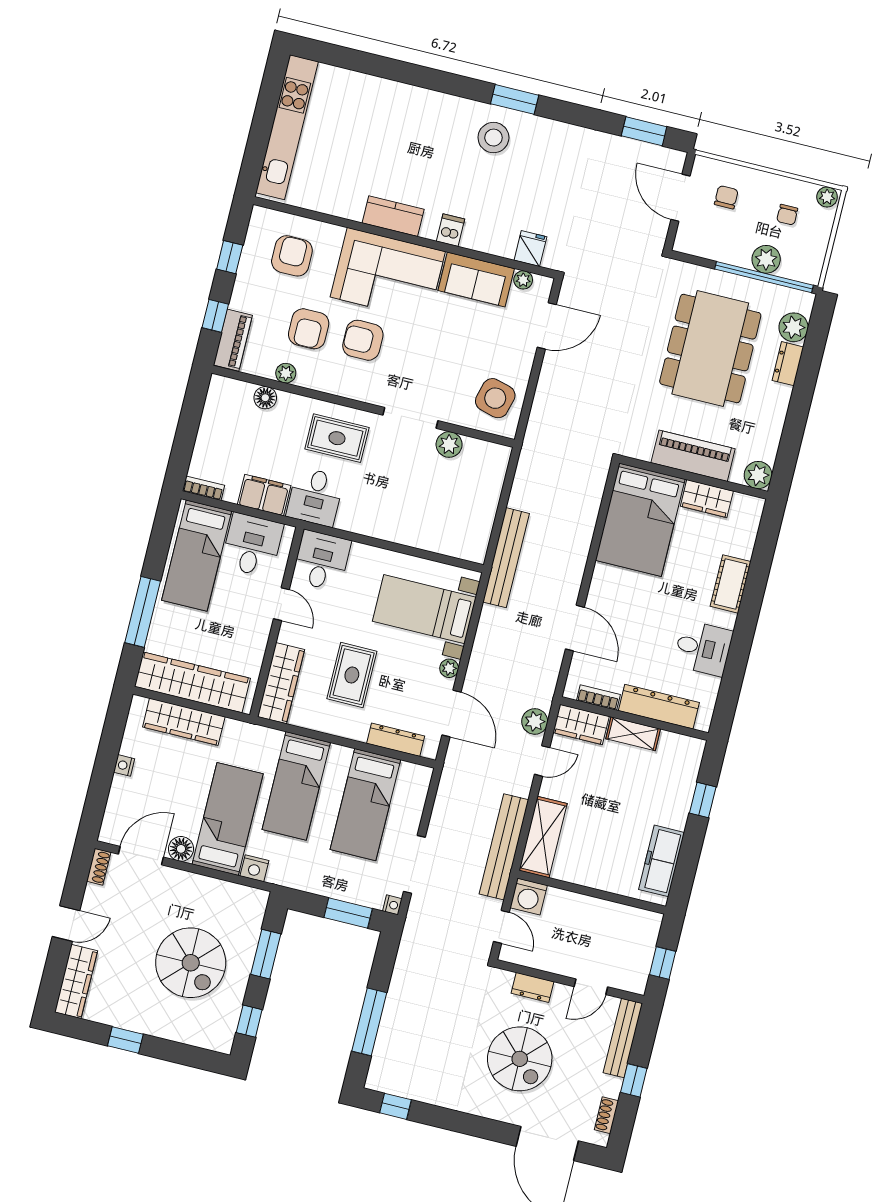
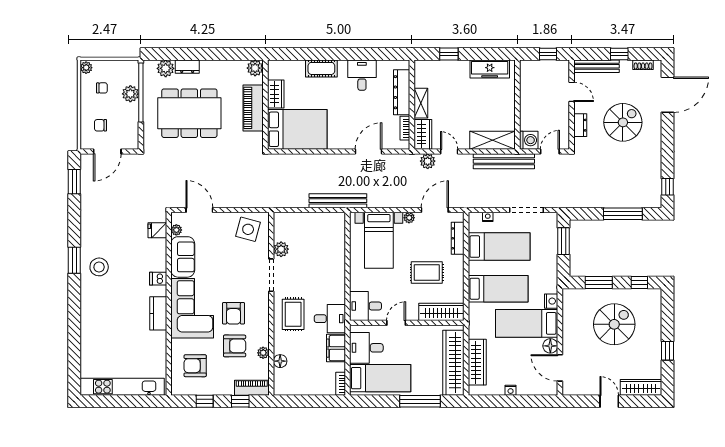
shoe rack: (99, 867) -> (572, 390), removed
nightstand: (392, 905) -> (488, 217), moved

